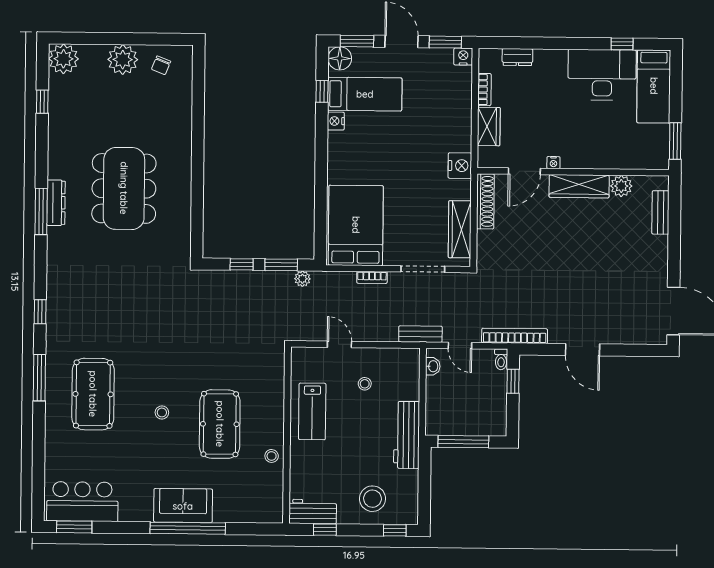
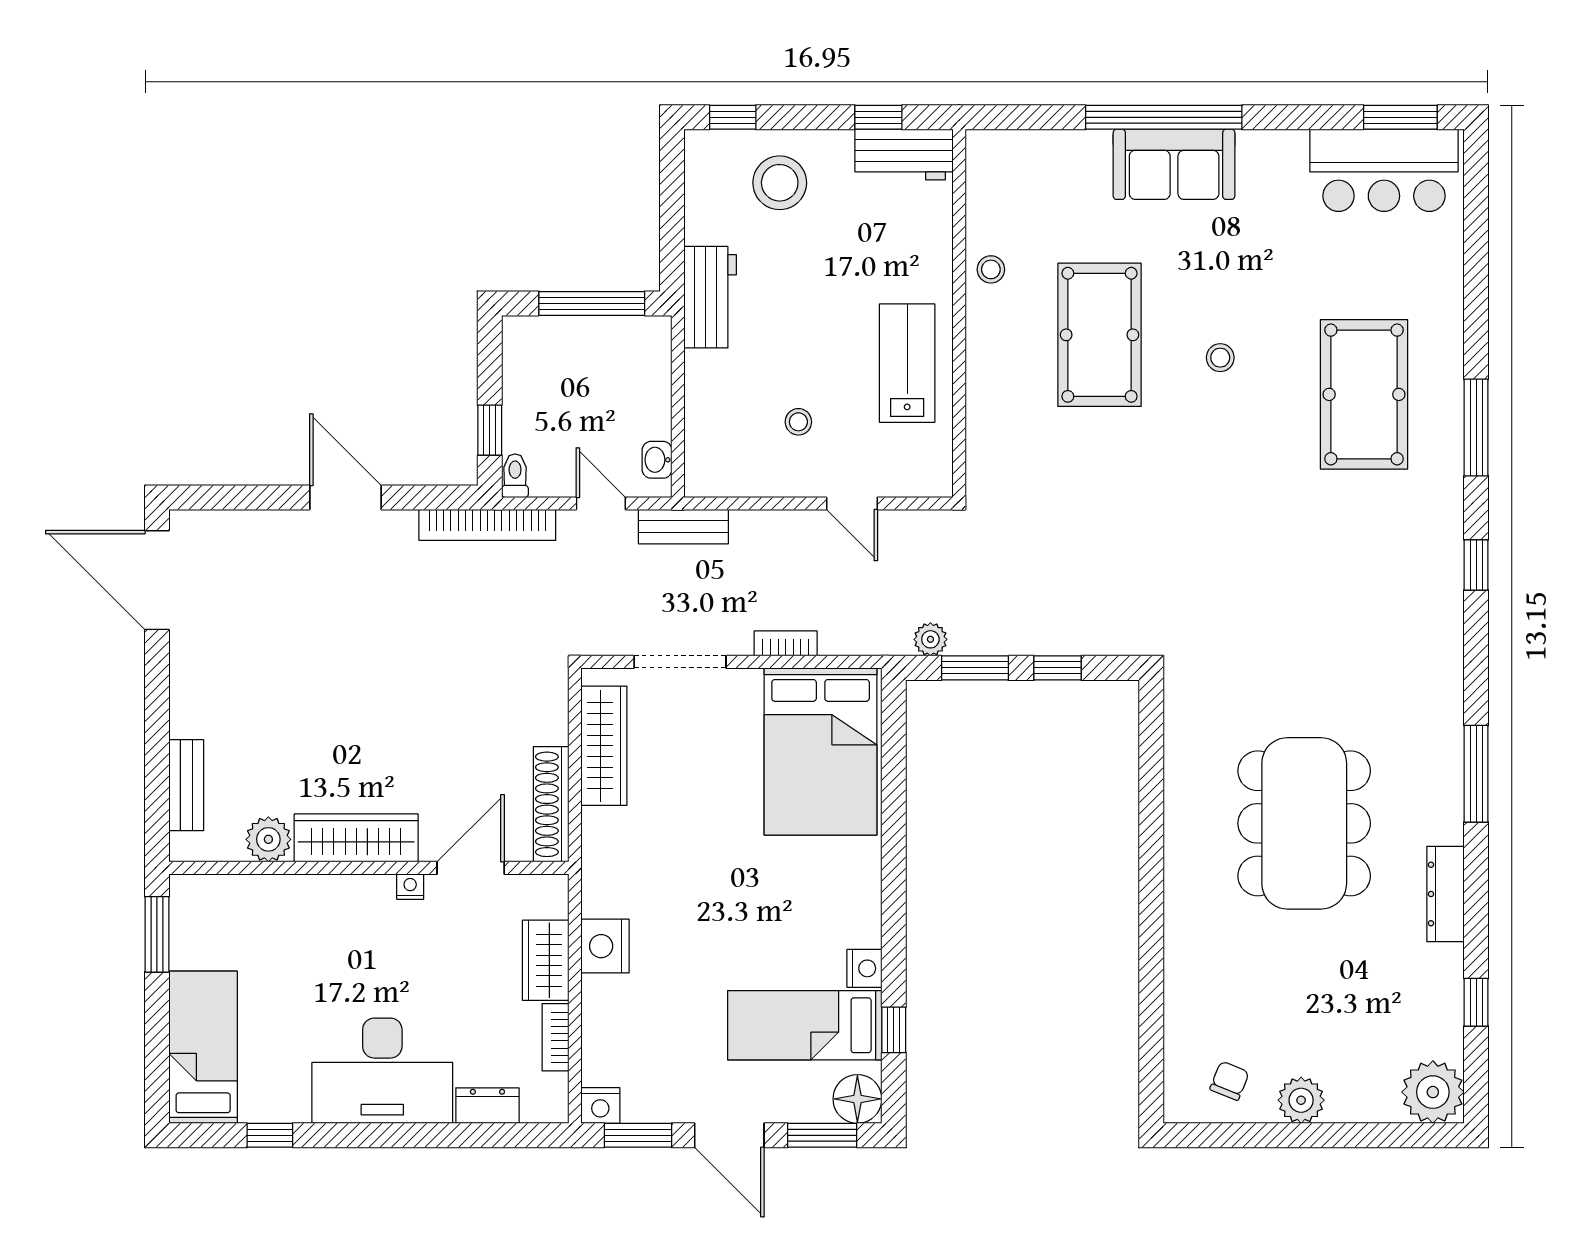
plant: (123, 60) -> (1301, 1100), width x0.73, depth x0.73
desk: (602, 75) -> (382, 1071), moved
nightstand: (460, 166) -> (605, 946), moved
dresser: (56, 203) -> (1446, 894), moved
workbench: (407, 435) -> (710, 297), width x0.73

